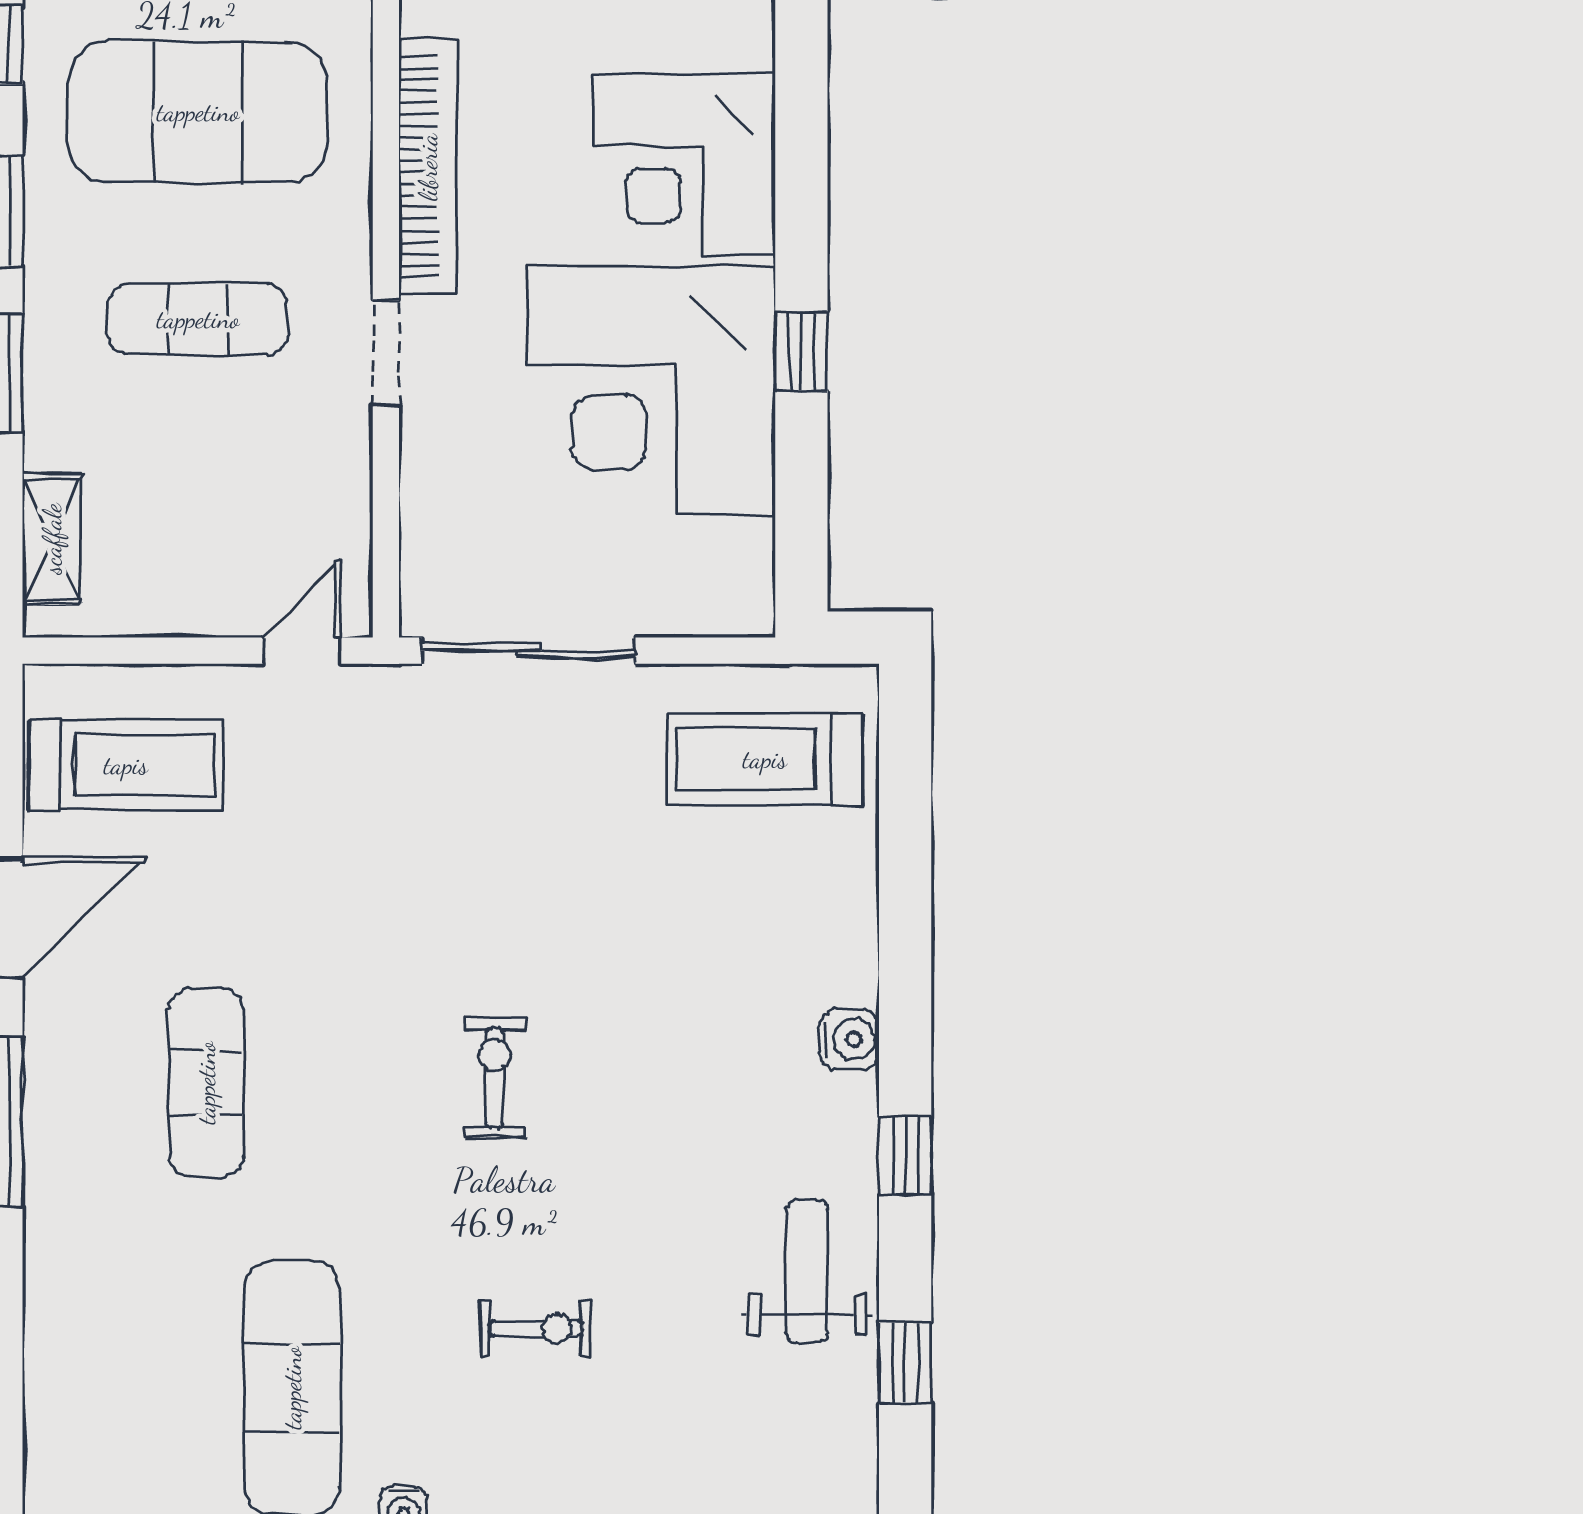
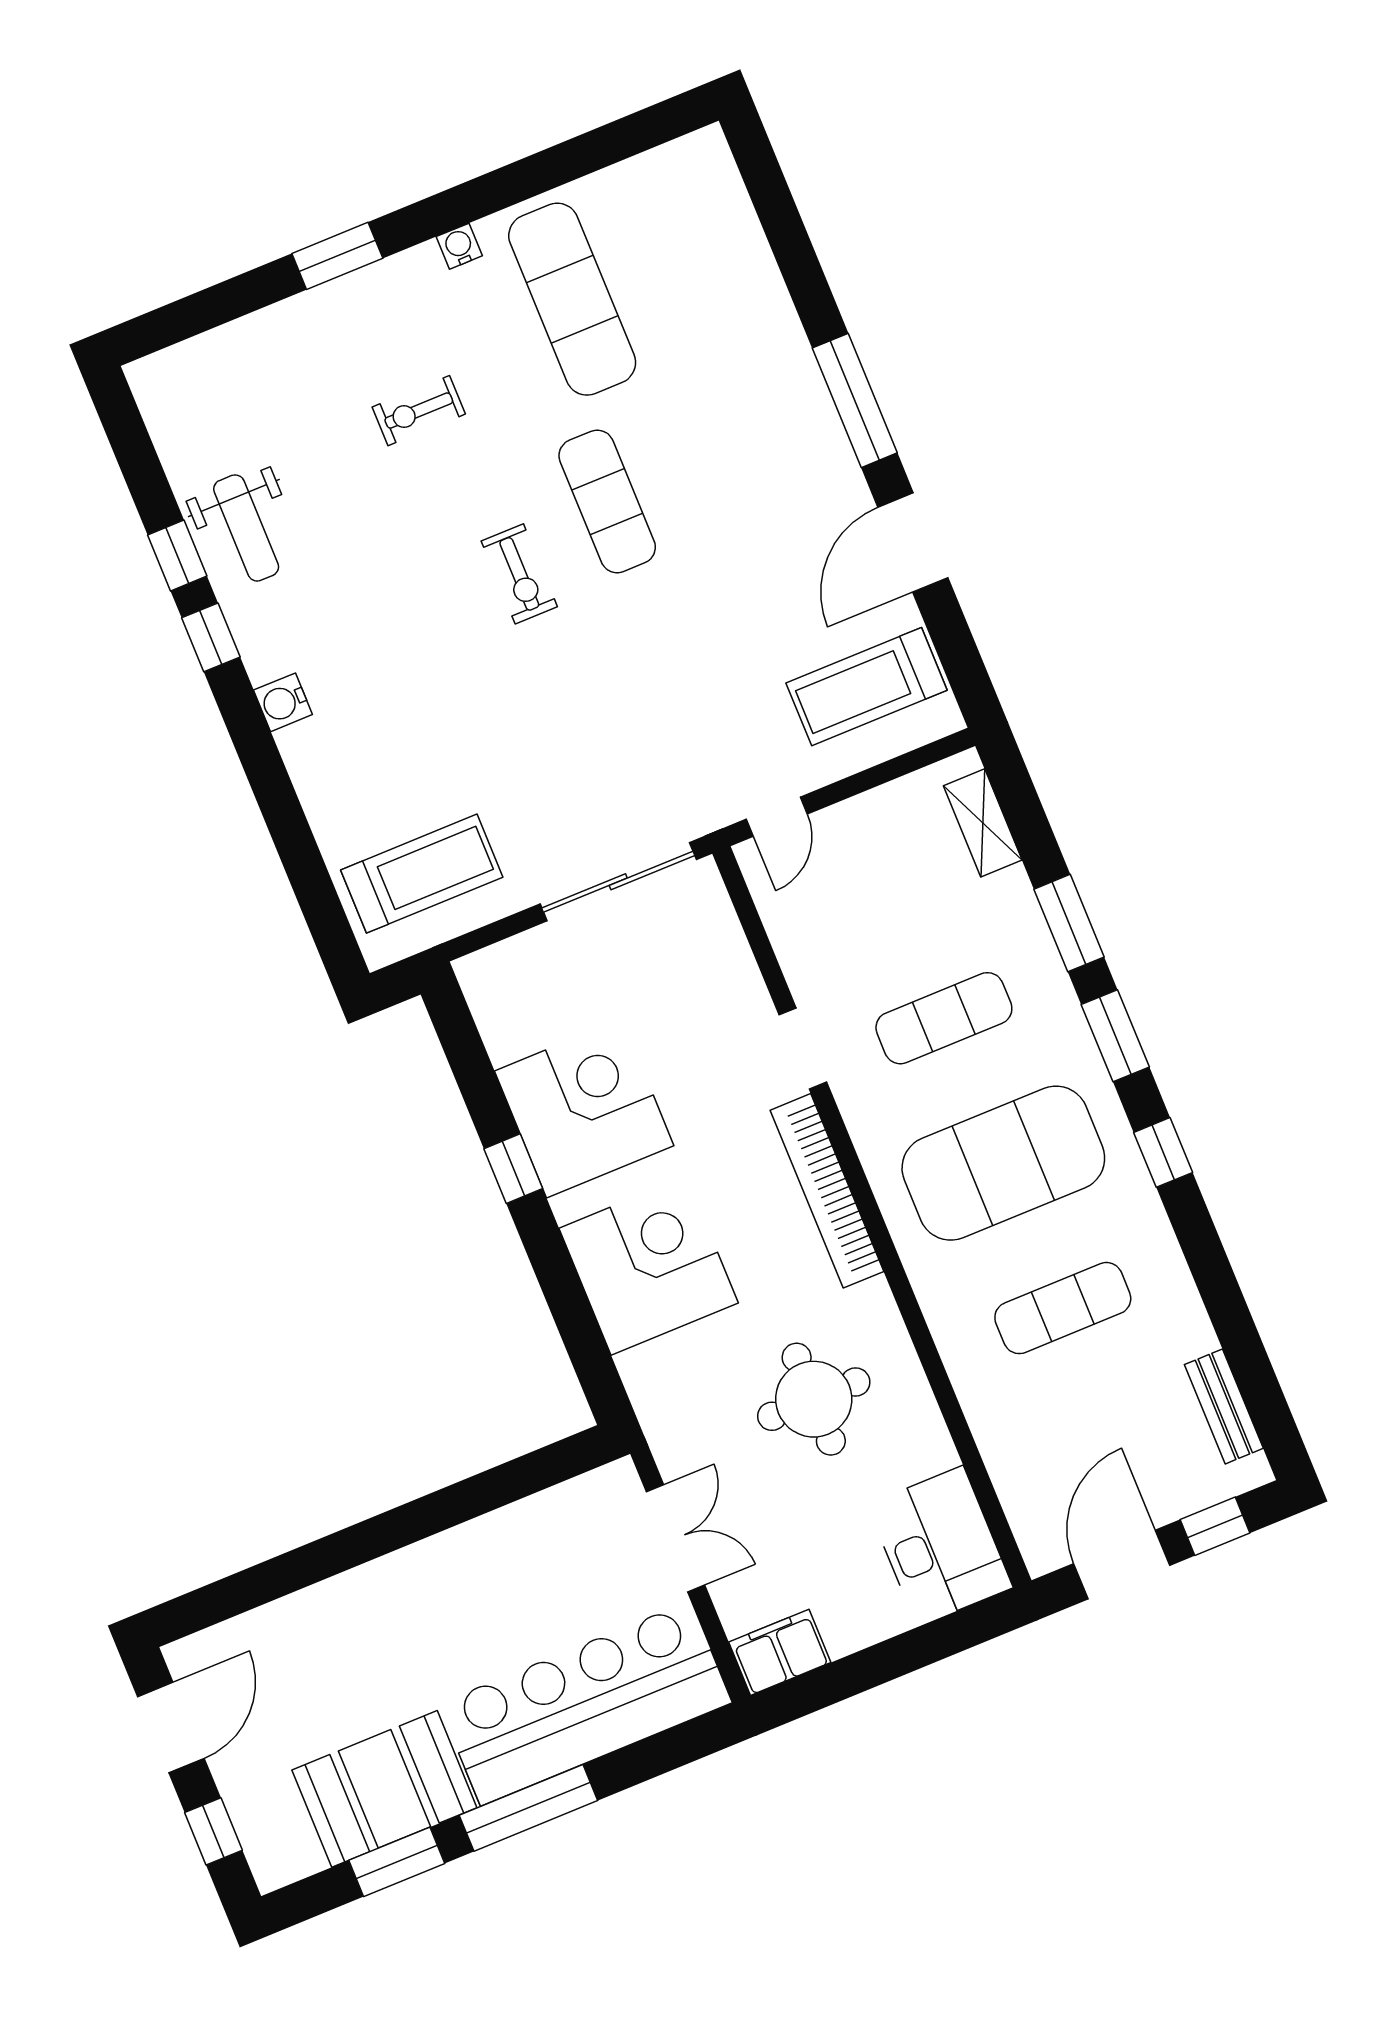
corner desk: (651, 390) -> (584, 1108), width x0.74, depth x0.74
exercise mat: (206, 1083) -> (607, 501), moved
window: (905, 1363) -> (177, 556), moved

